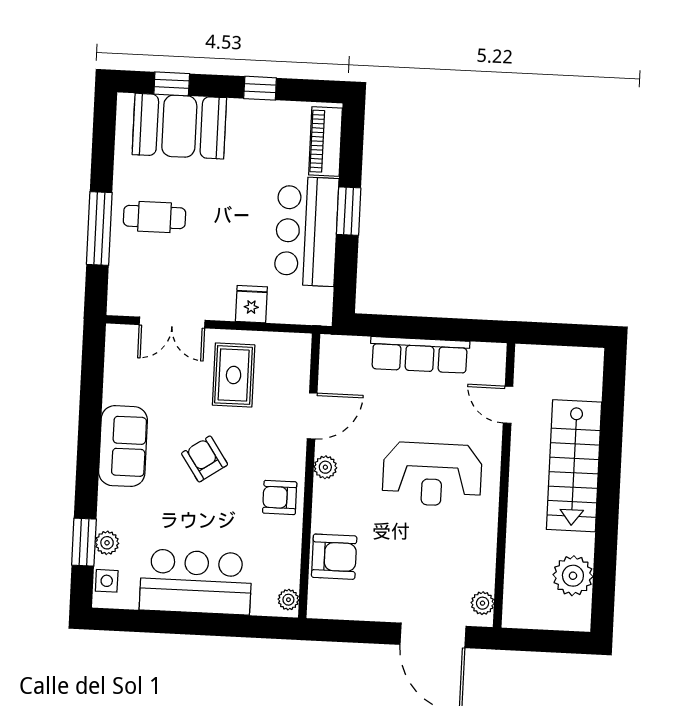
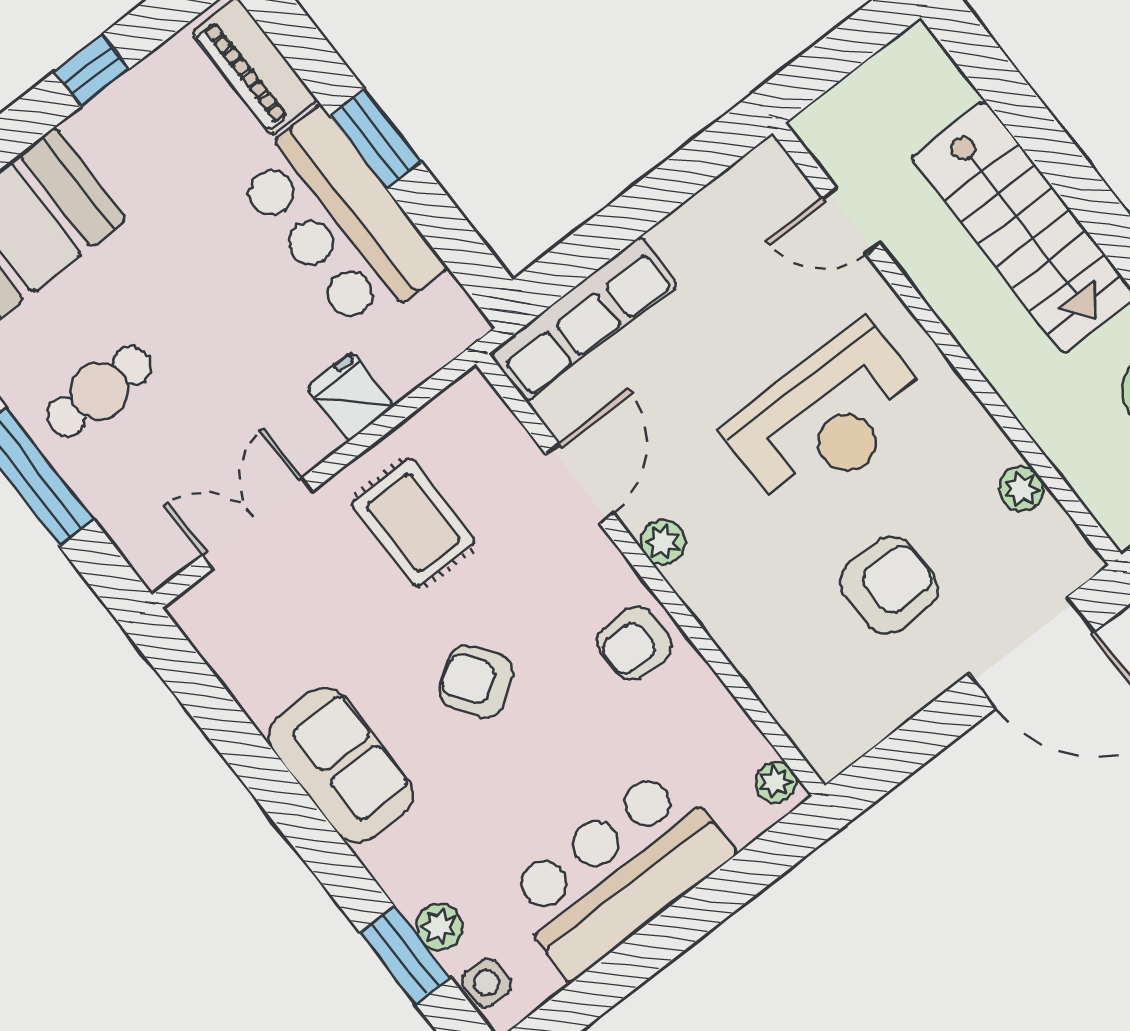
double door: (172, 323) -> (258, 523), swing flipped
row of seats: (420, 355) -> (584, 318), moved
armchair: (334, 557) -> (889, 585), moved
plant: (483, 603) -> (1021, 489), moved

